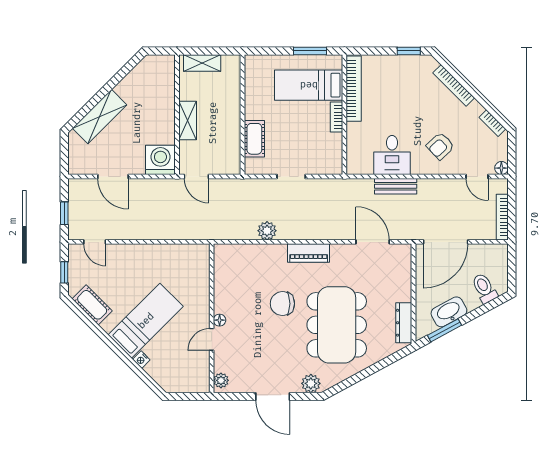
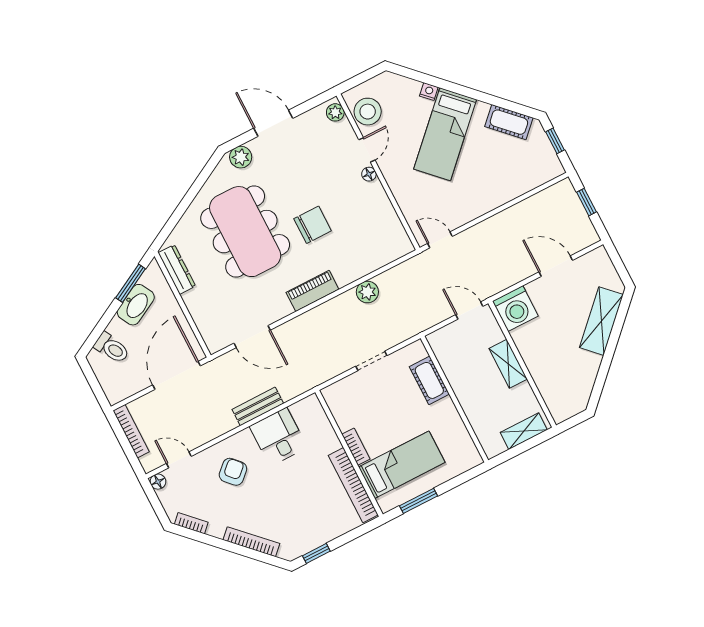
door: (95, 242) -> (440, 240), moved
stool: (196, 368) -> (368, 112), added

